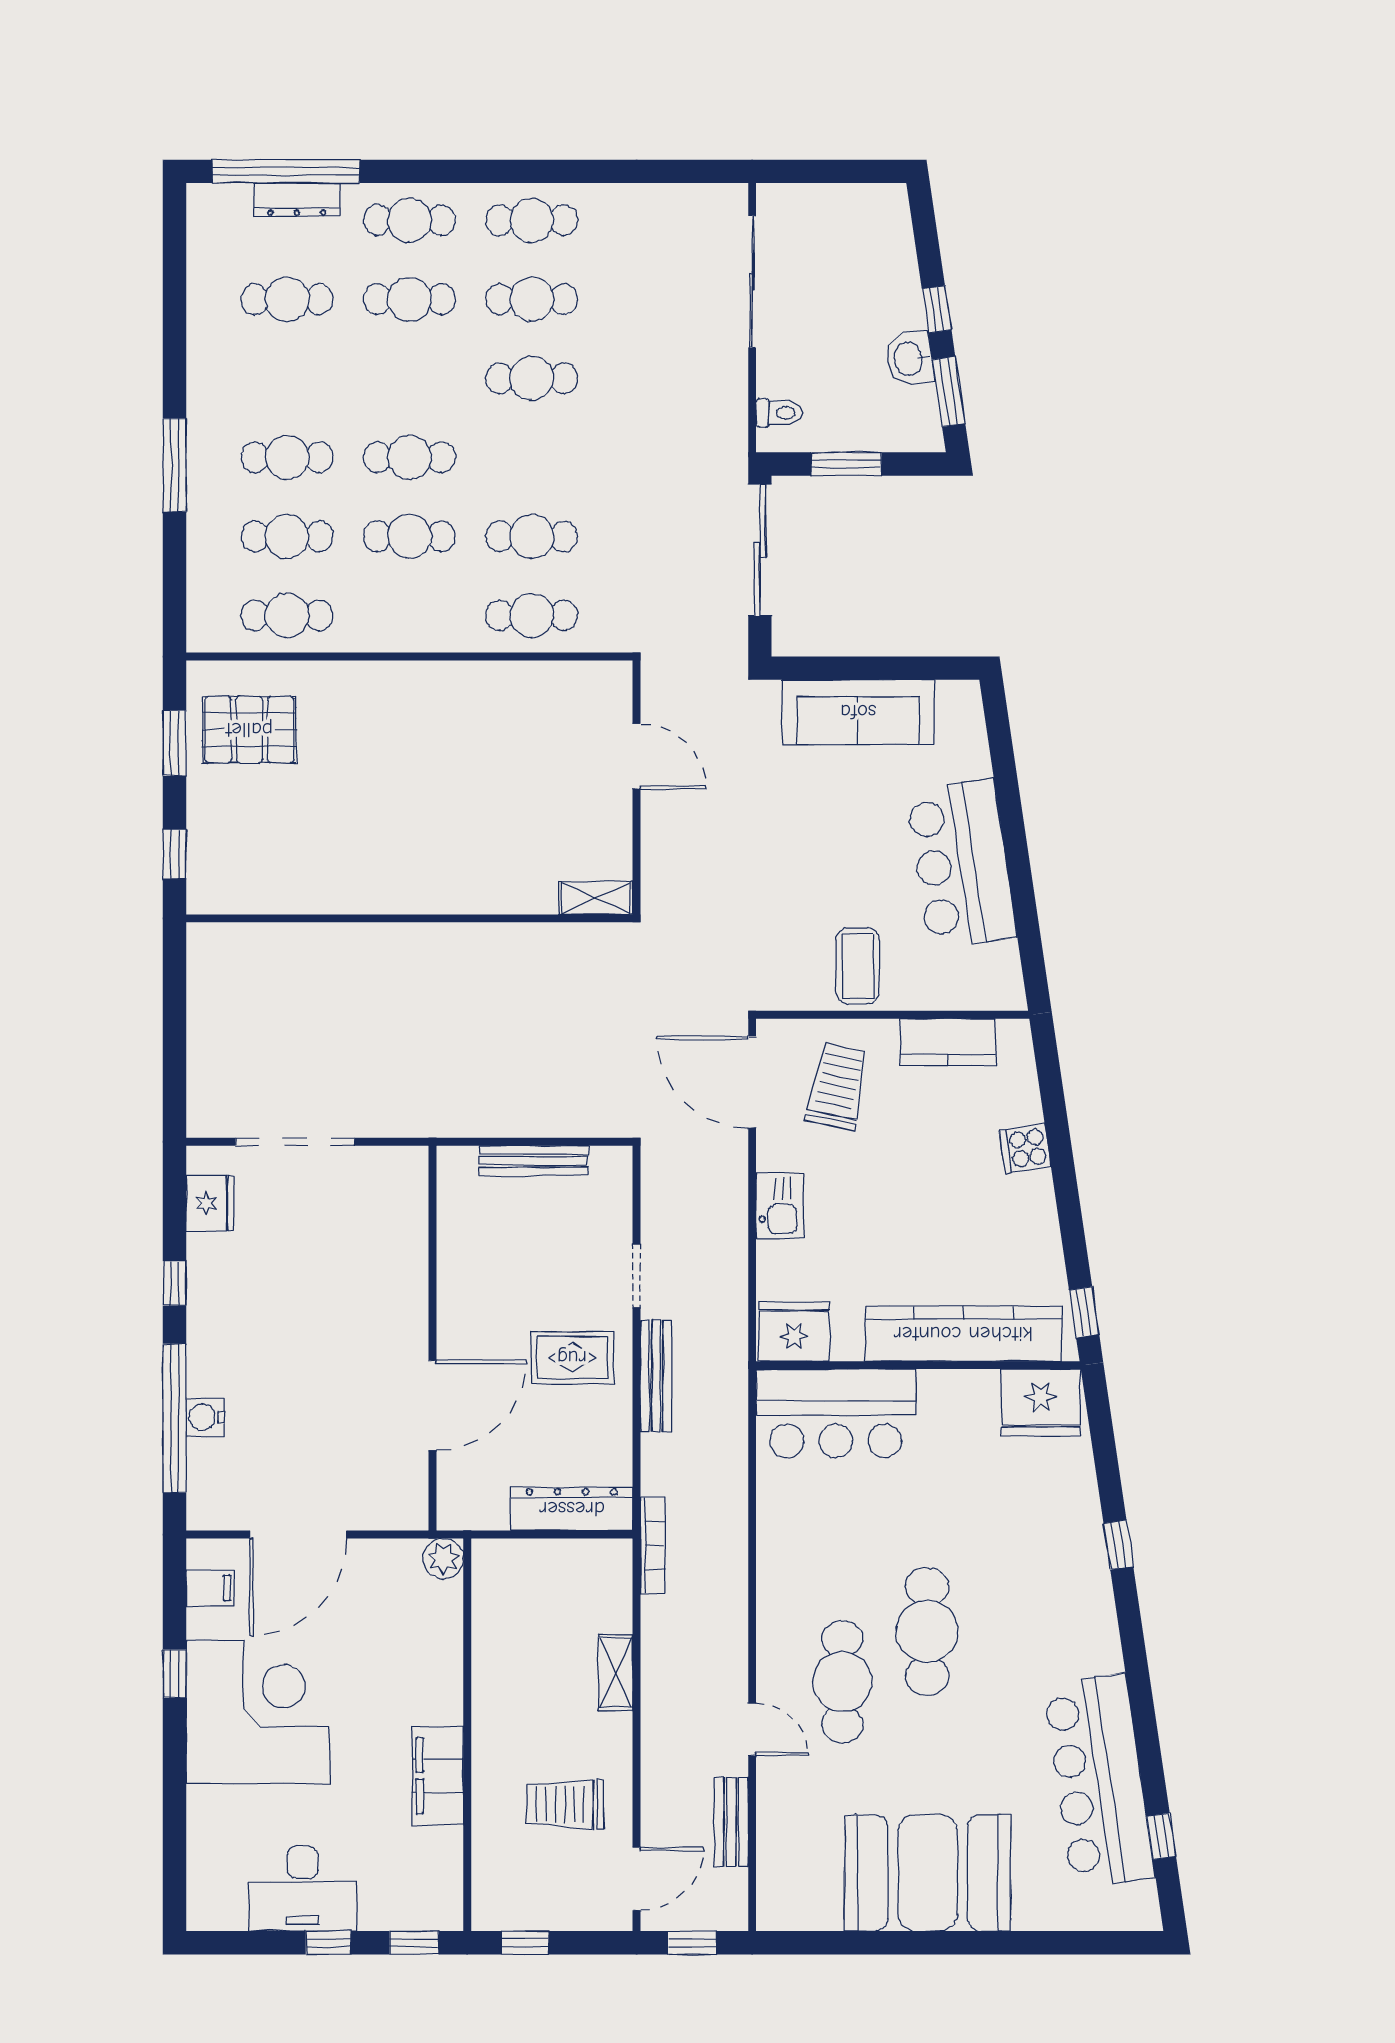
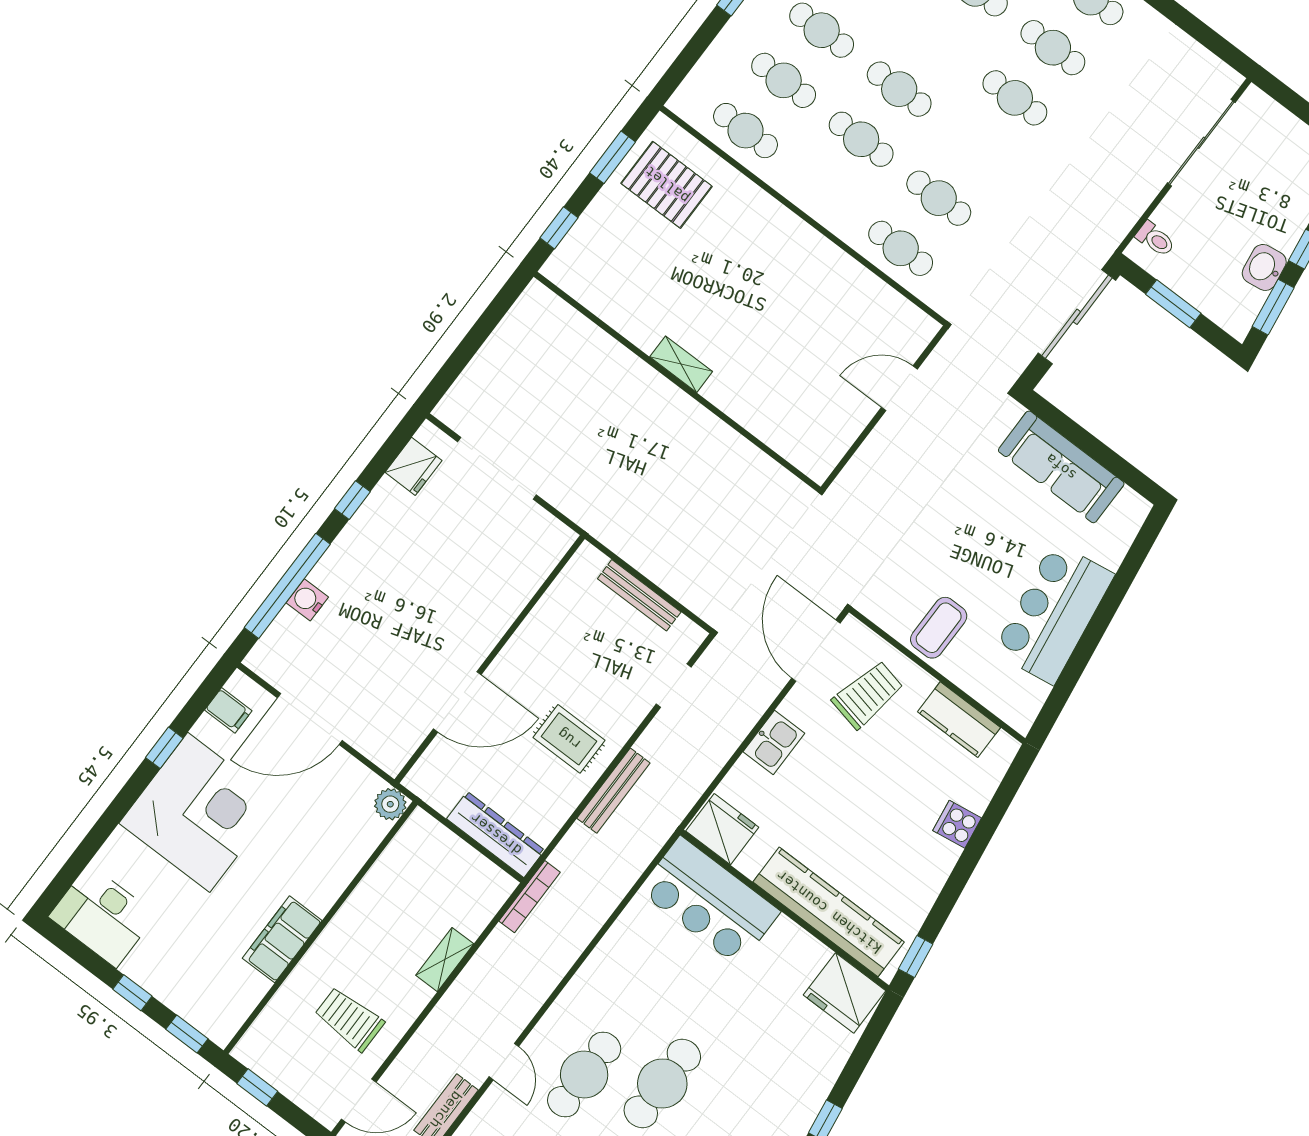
door: (637, 756) -> (899, 388), swing flipped
shelving: (596, 898) -> (681, 364), moved
doorway: (637, 1276) -> (674, 686), moved
desk: (302, 1889) -> (102, 916), moved

